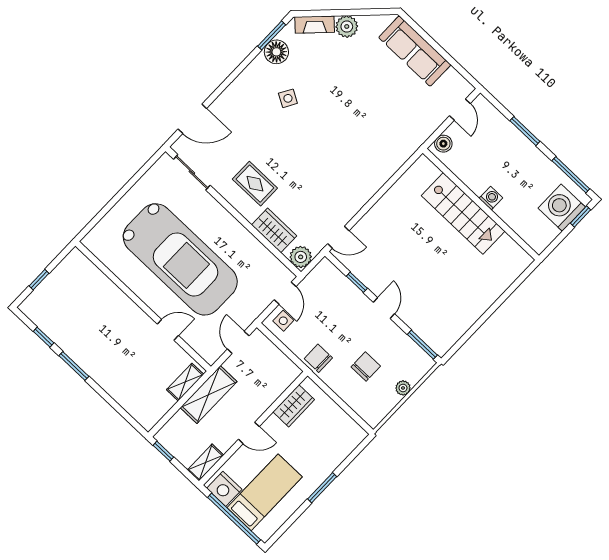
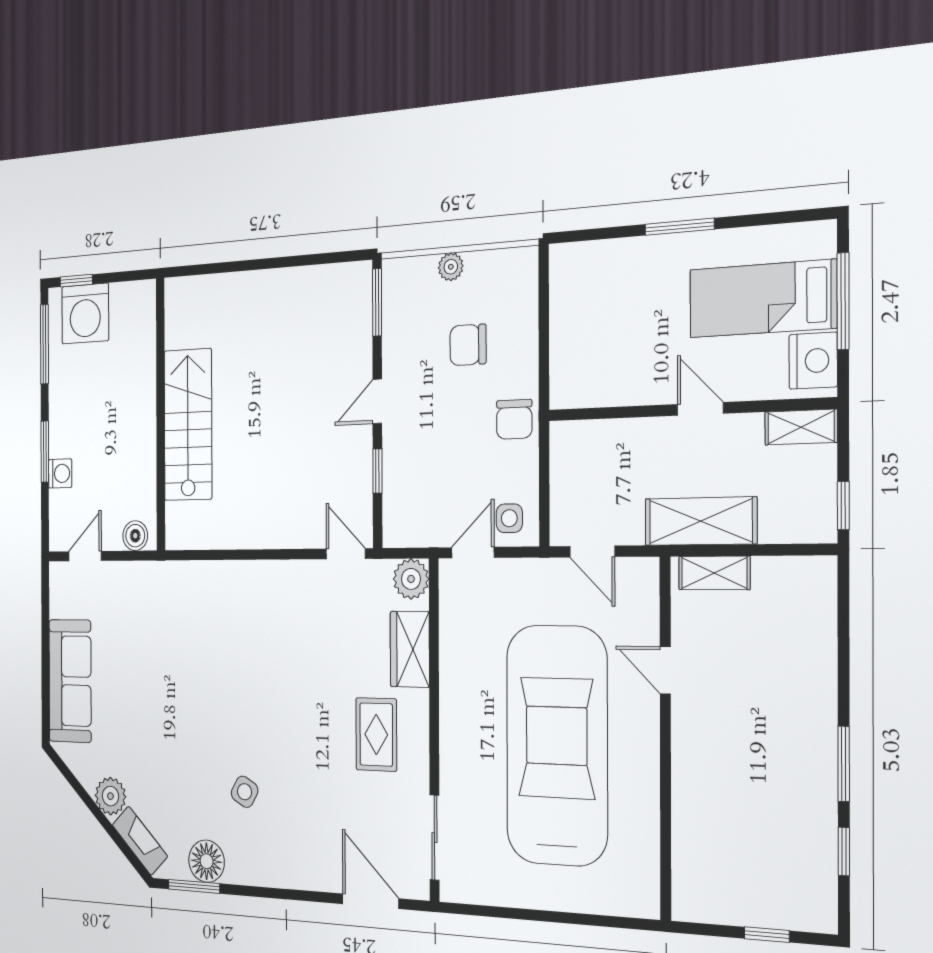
washing machine: (491, 198) -> (60, 473), moved, turned 180
door: (238, 342) -> (592, 552), hinge flipped
wardrobe: (294, 406) -> (606, 386), removed
window: (234, 519) -> (843, 301), width x0.68

